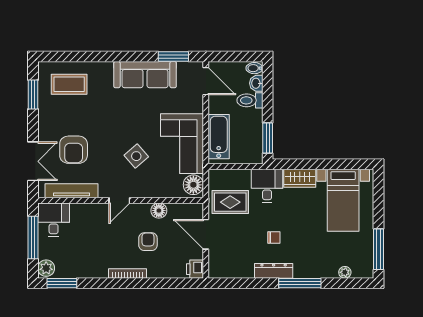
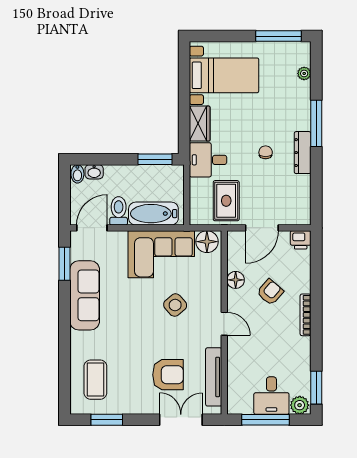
toilet: (250, 100) -> (119, 211), moved, turned 180
desk: (54, 220) -> (271, 396), moved, turned -90
armchair: (148, 242) -> (270, 292), turned 131

